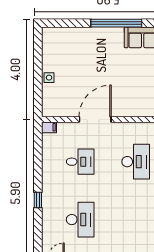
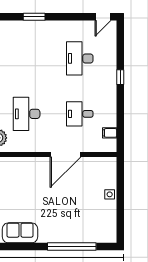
window: (116, 23) -> (72, 247), moved
filing cabinet: (49, 127) -> (110, 133), moved

